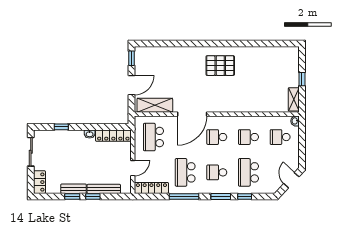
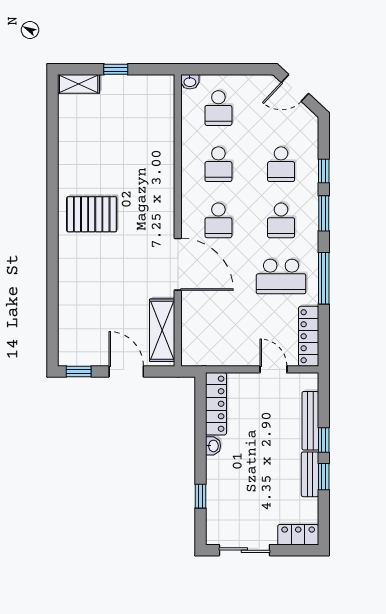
pallet: (220, 66) -> (92, 214), turned 90
shelving: (294, 99) -> (79, 84), moved
school desk: (153, 137) -> (218, 333), removed
school desk: (248, 172) -> (281, 164), width x0.54

